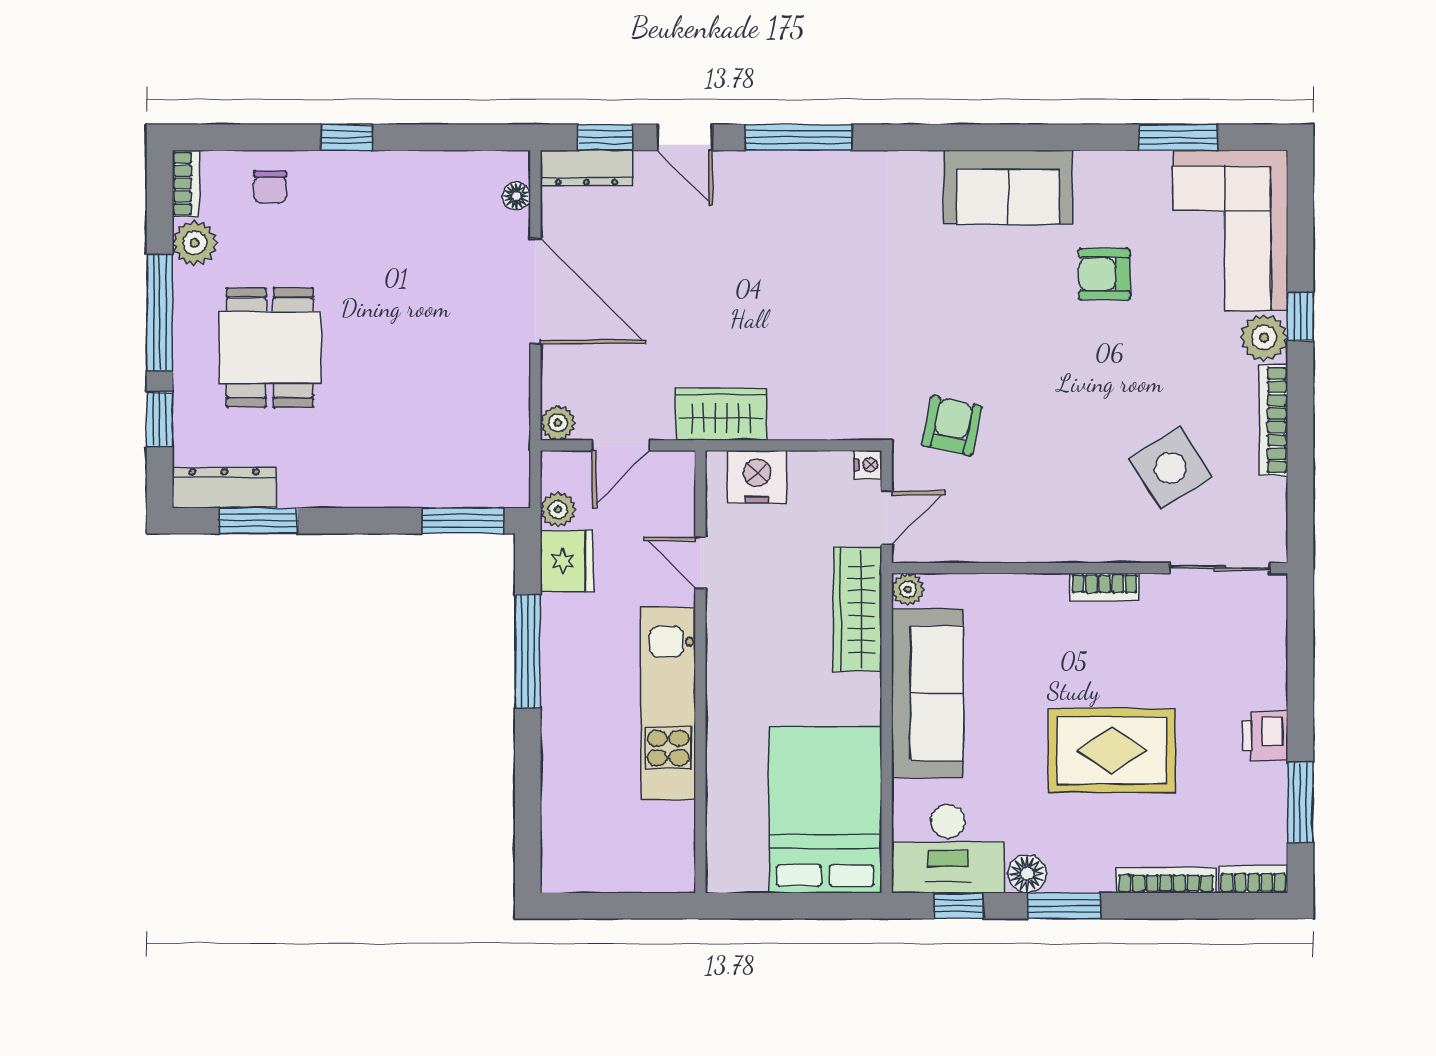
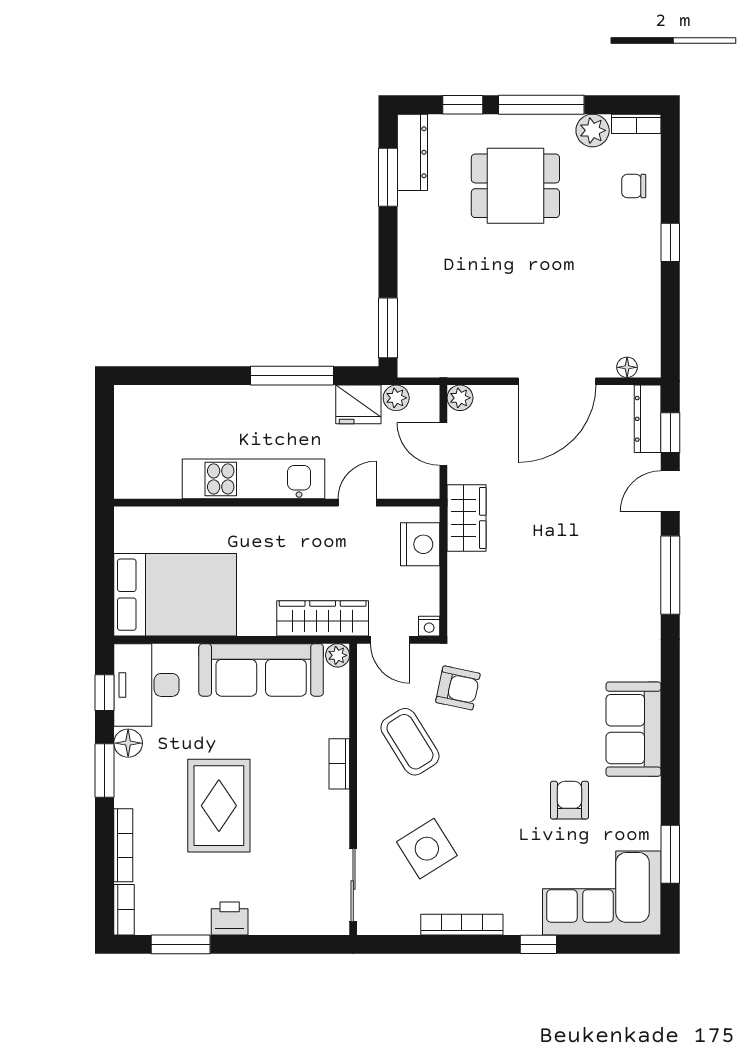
plant: (1264, 338) -> (523, 918), removed
coffee table: (1025, 491) -> (410, 742), added
bookcase: (1105, 587) -> (339, 764), moved

